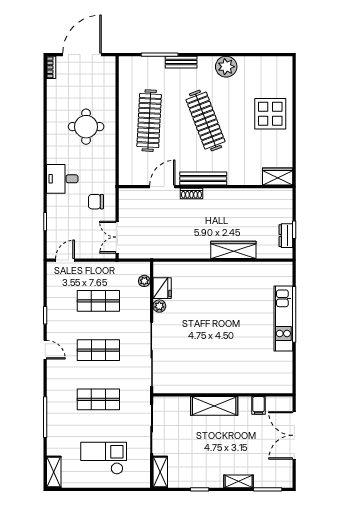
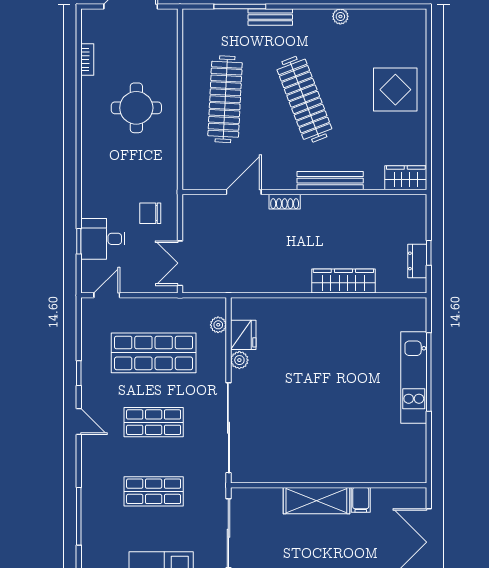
bookcase: (51, 67) -> (87, 59), moved
plant: (226, 67) -> (340, 16), width x0.53, depth x0.53
bench: (203, 178) -> (330, 181), moved
desk: (62, 179) -> (103, 239), moved
shop shelf: (98, 301) -> (154, 353), width x1.43, depth x1.36
filing cabinet: (259, 405) -> (361, 500), moved

